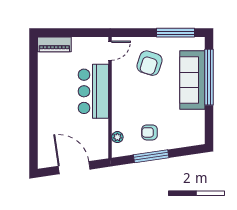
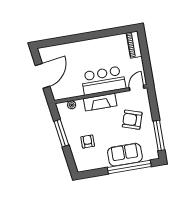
door: (110, 51) -> (137, 88), swing flipped
sofa: (192, 80) -> (125, 155), width x0.73
fireplace: (120, 100) -> (100, 102), added
armchair: (150, 132) -> (88, 141), moved

